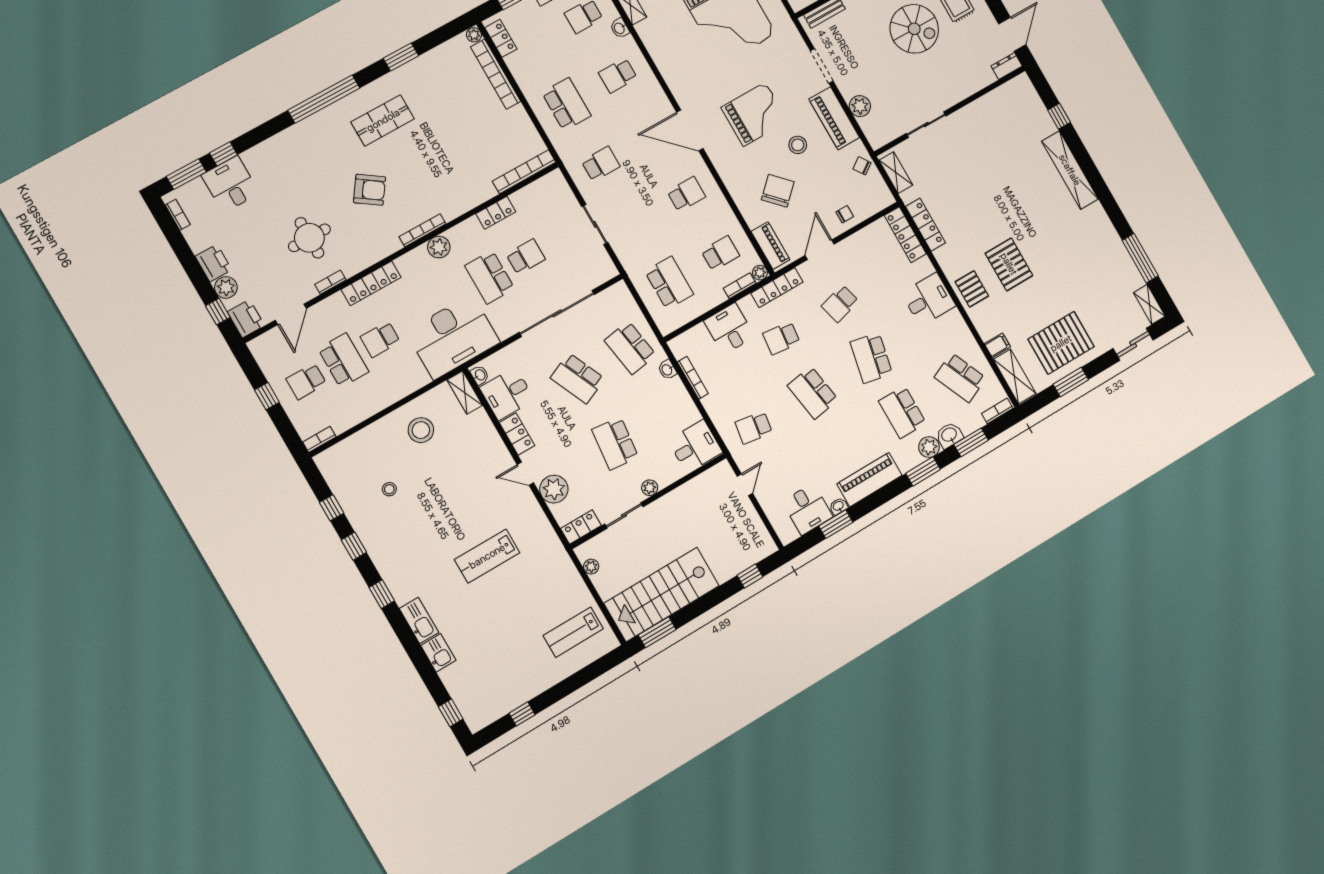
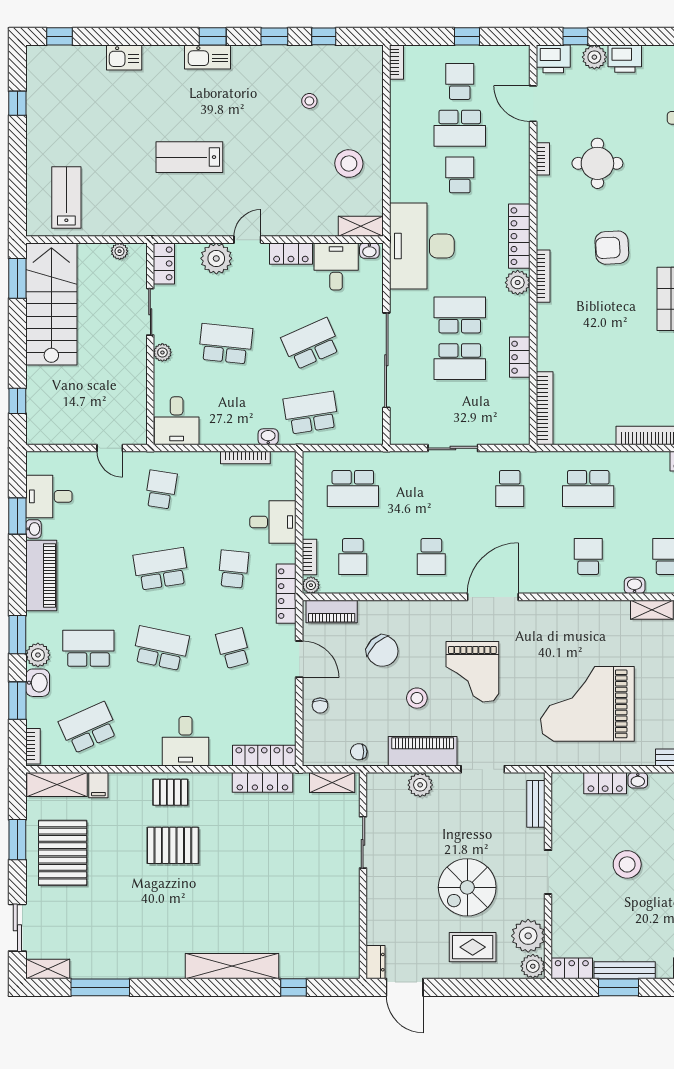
chair: (862, 166) -> (359, 752), turned -145
armchair: (370, 190) -> (612, 248), turned 52
school desk: (526, 257) -> (460, 362), width x1.85
locker: (371, 283) -> (519, 236), moved
lab bench: (487, 556) -> (189, 157), turned -90
kitchen sink: (419, 621) -> (207, 57), moved

